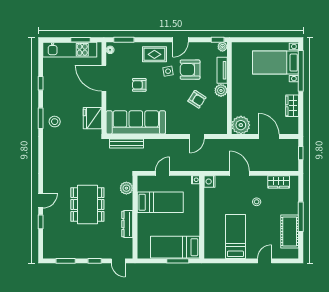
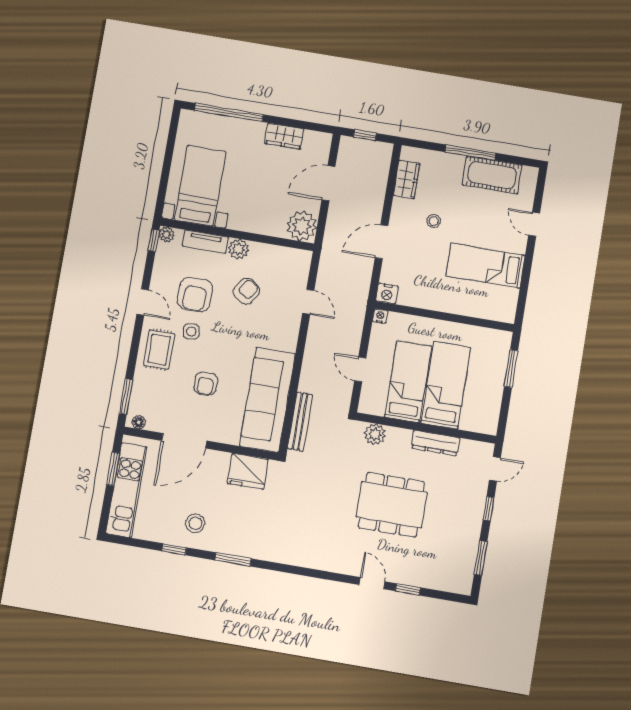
bed with nightstands: (276, 63) -> (200, 186), moved, turned 180
stool: (55, 122) -> (195, 523), moved
bed: (175, 247) -> (446, 385), moved, turned 180

